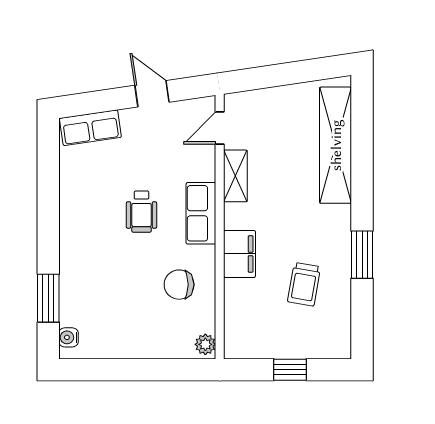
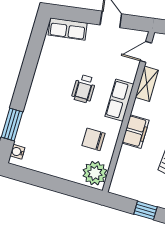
plant: (205, 344) -> (95, 173), width x1.88, depth x1.88

